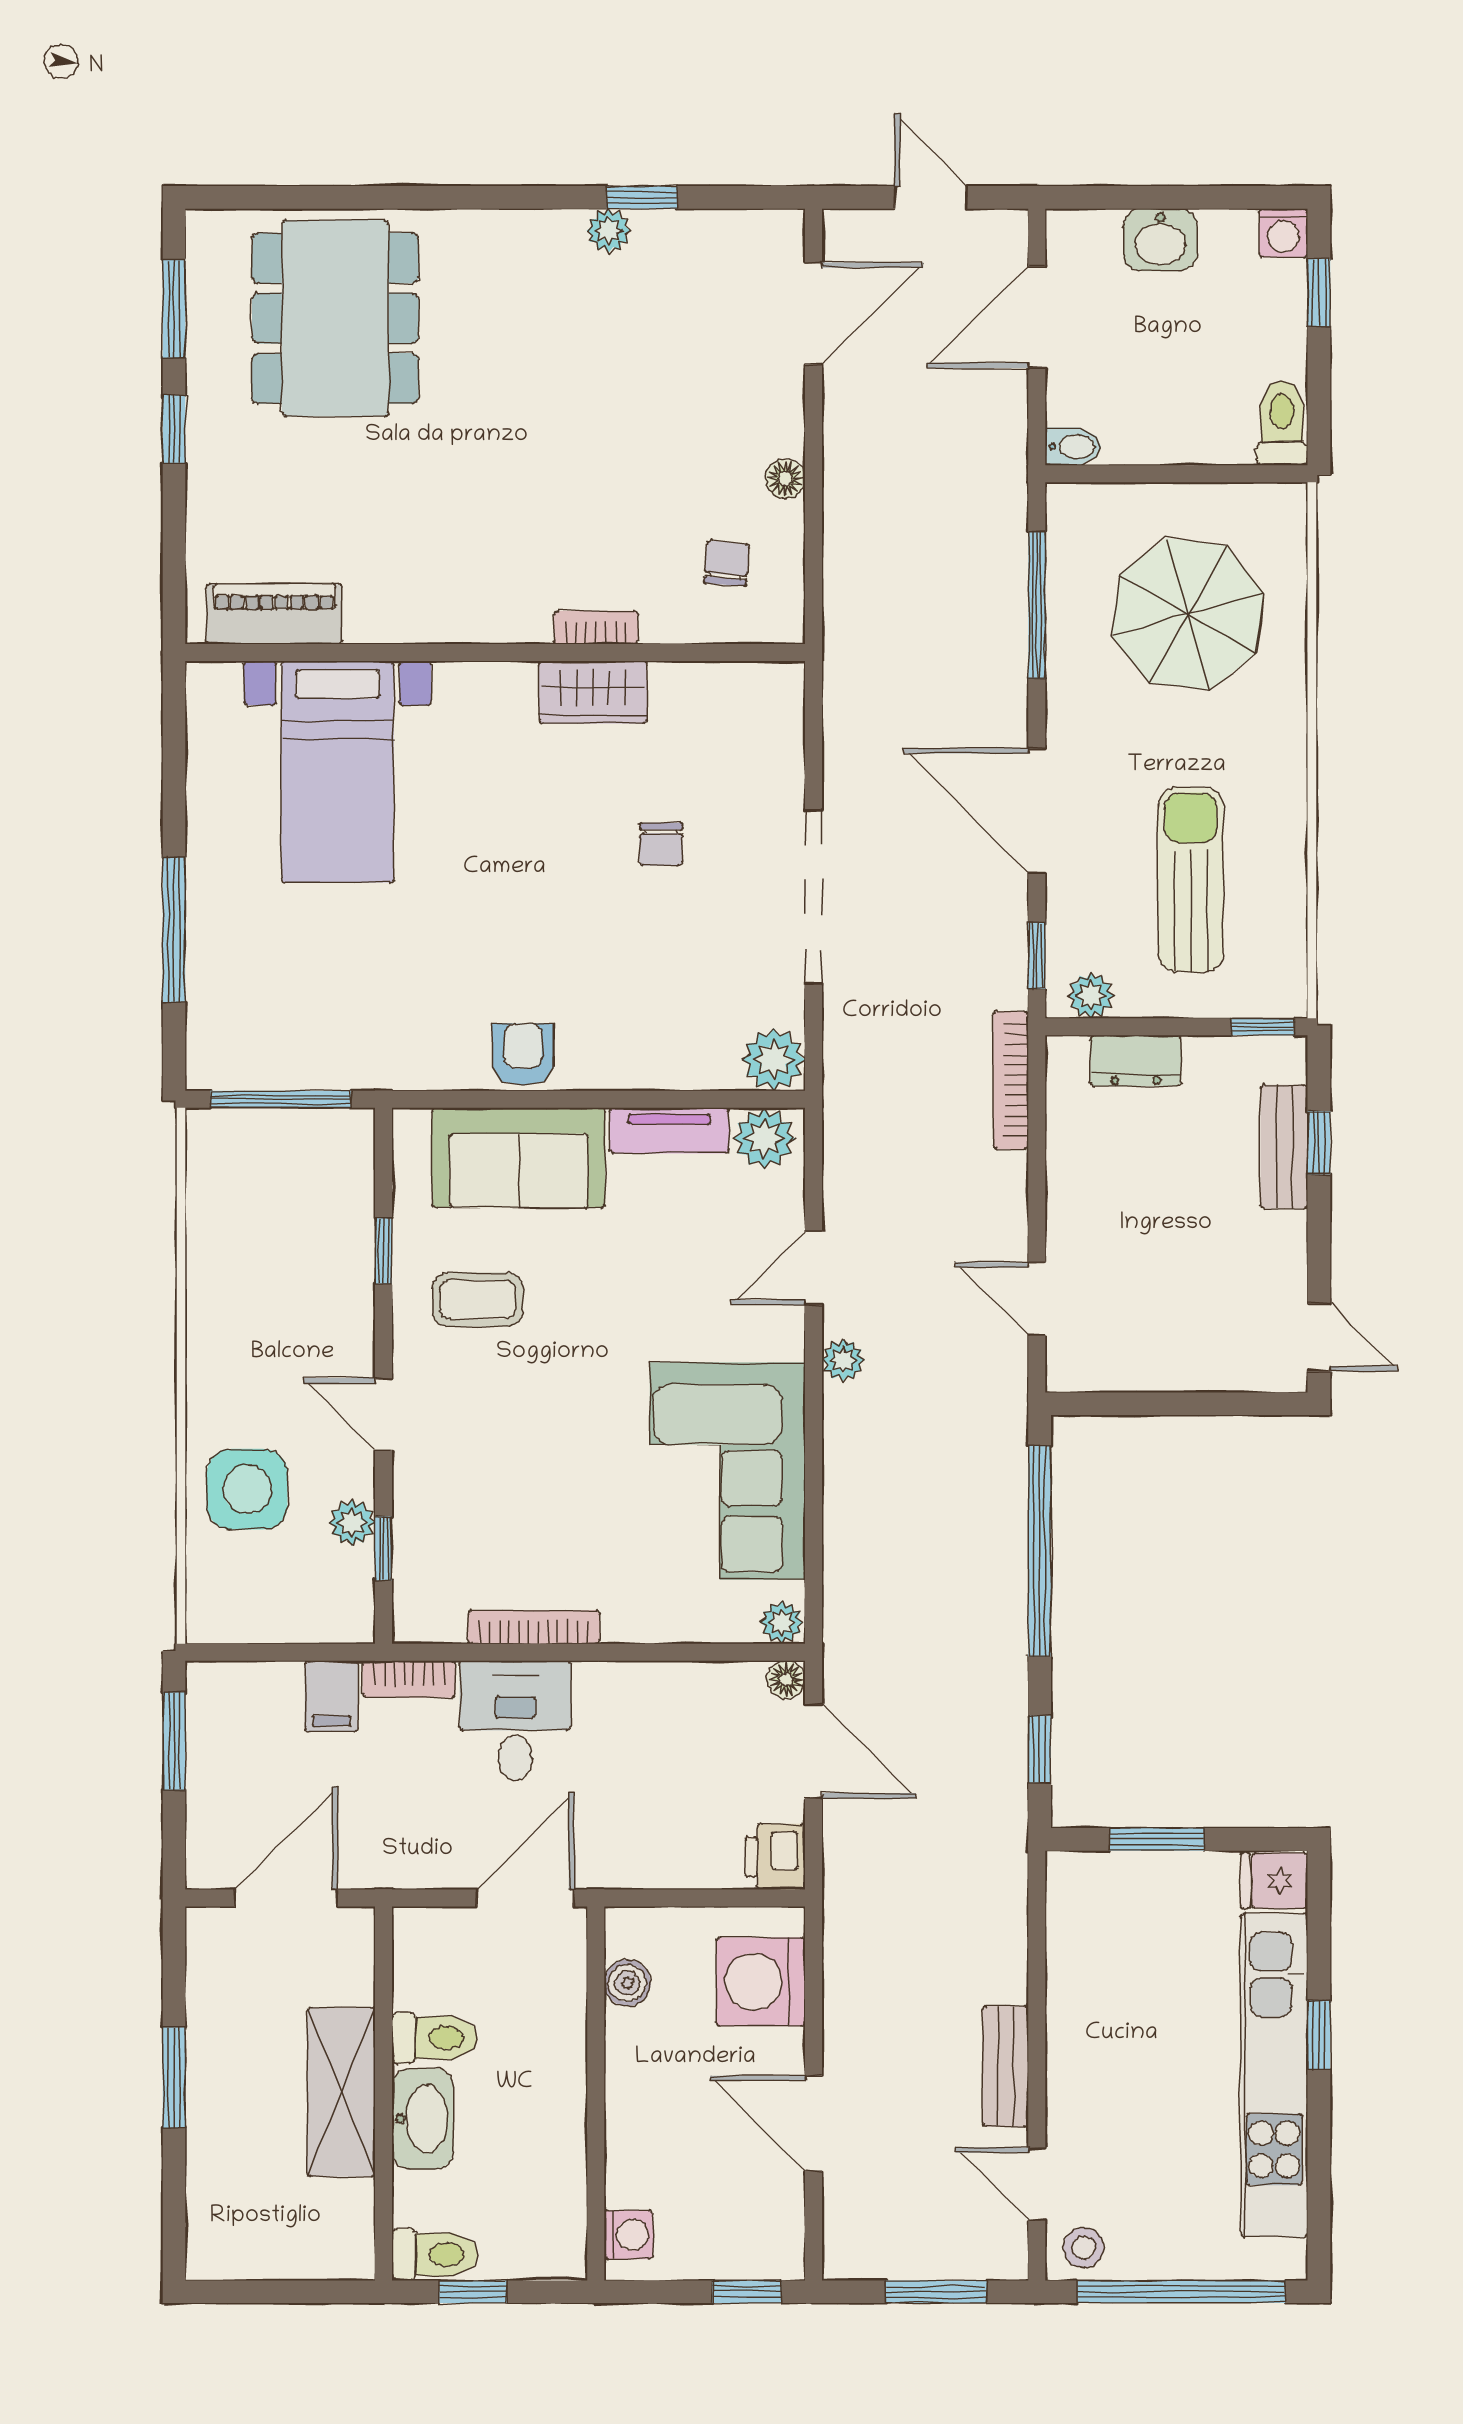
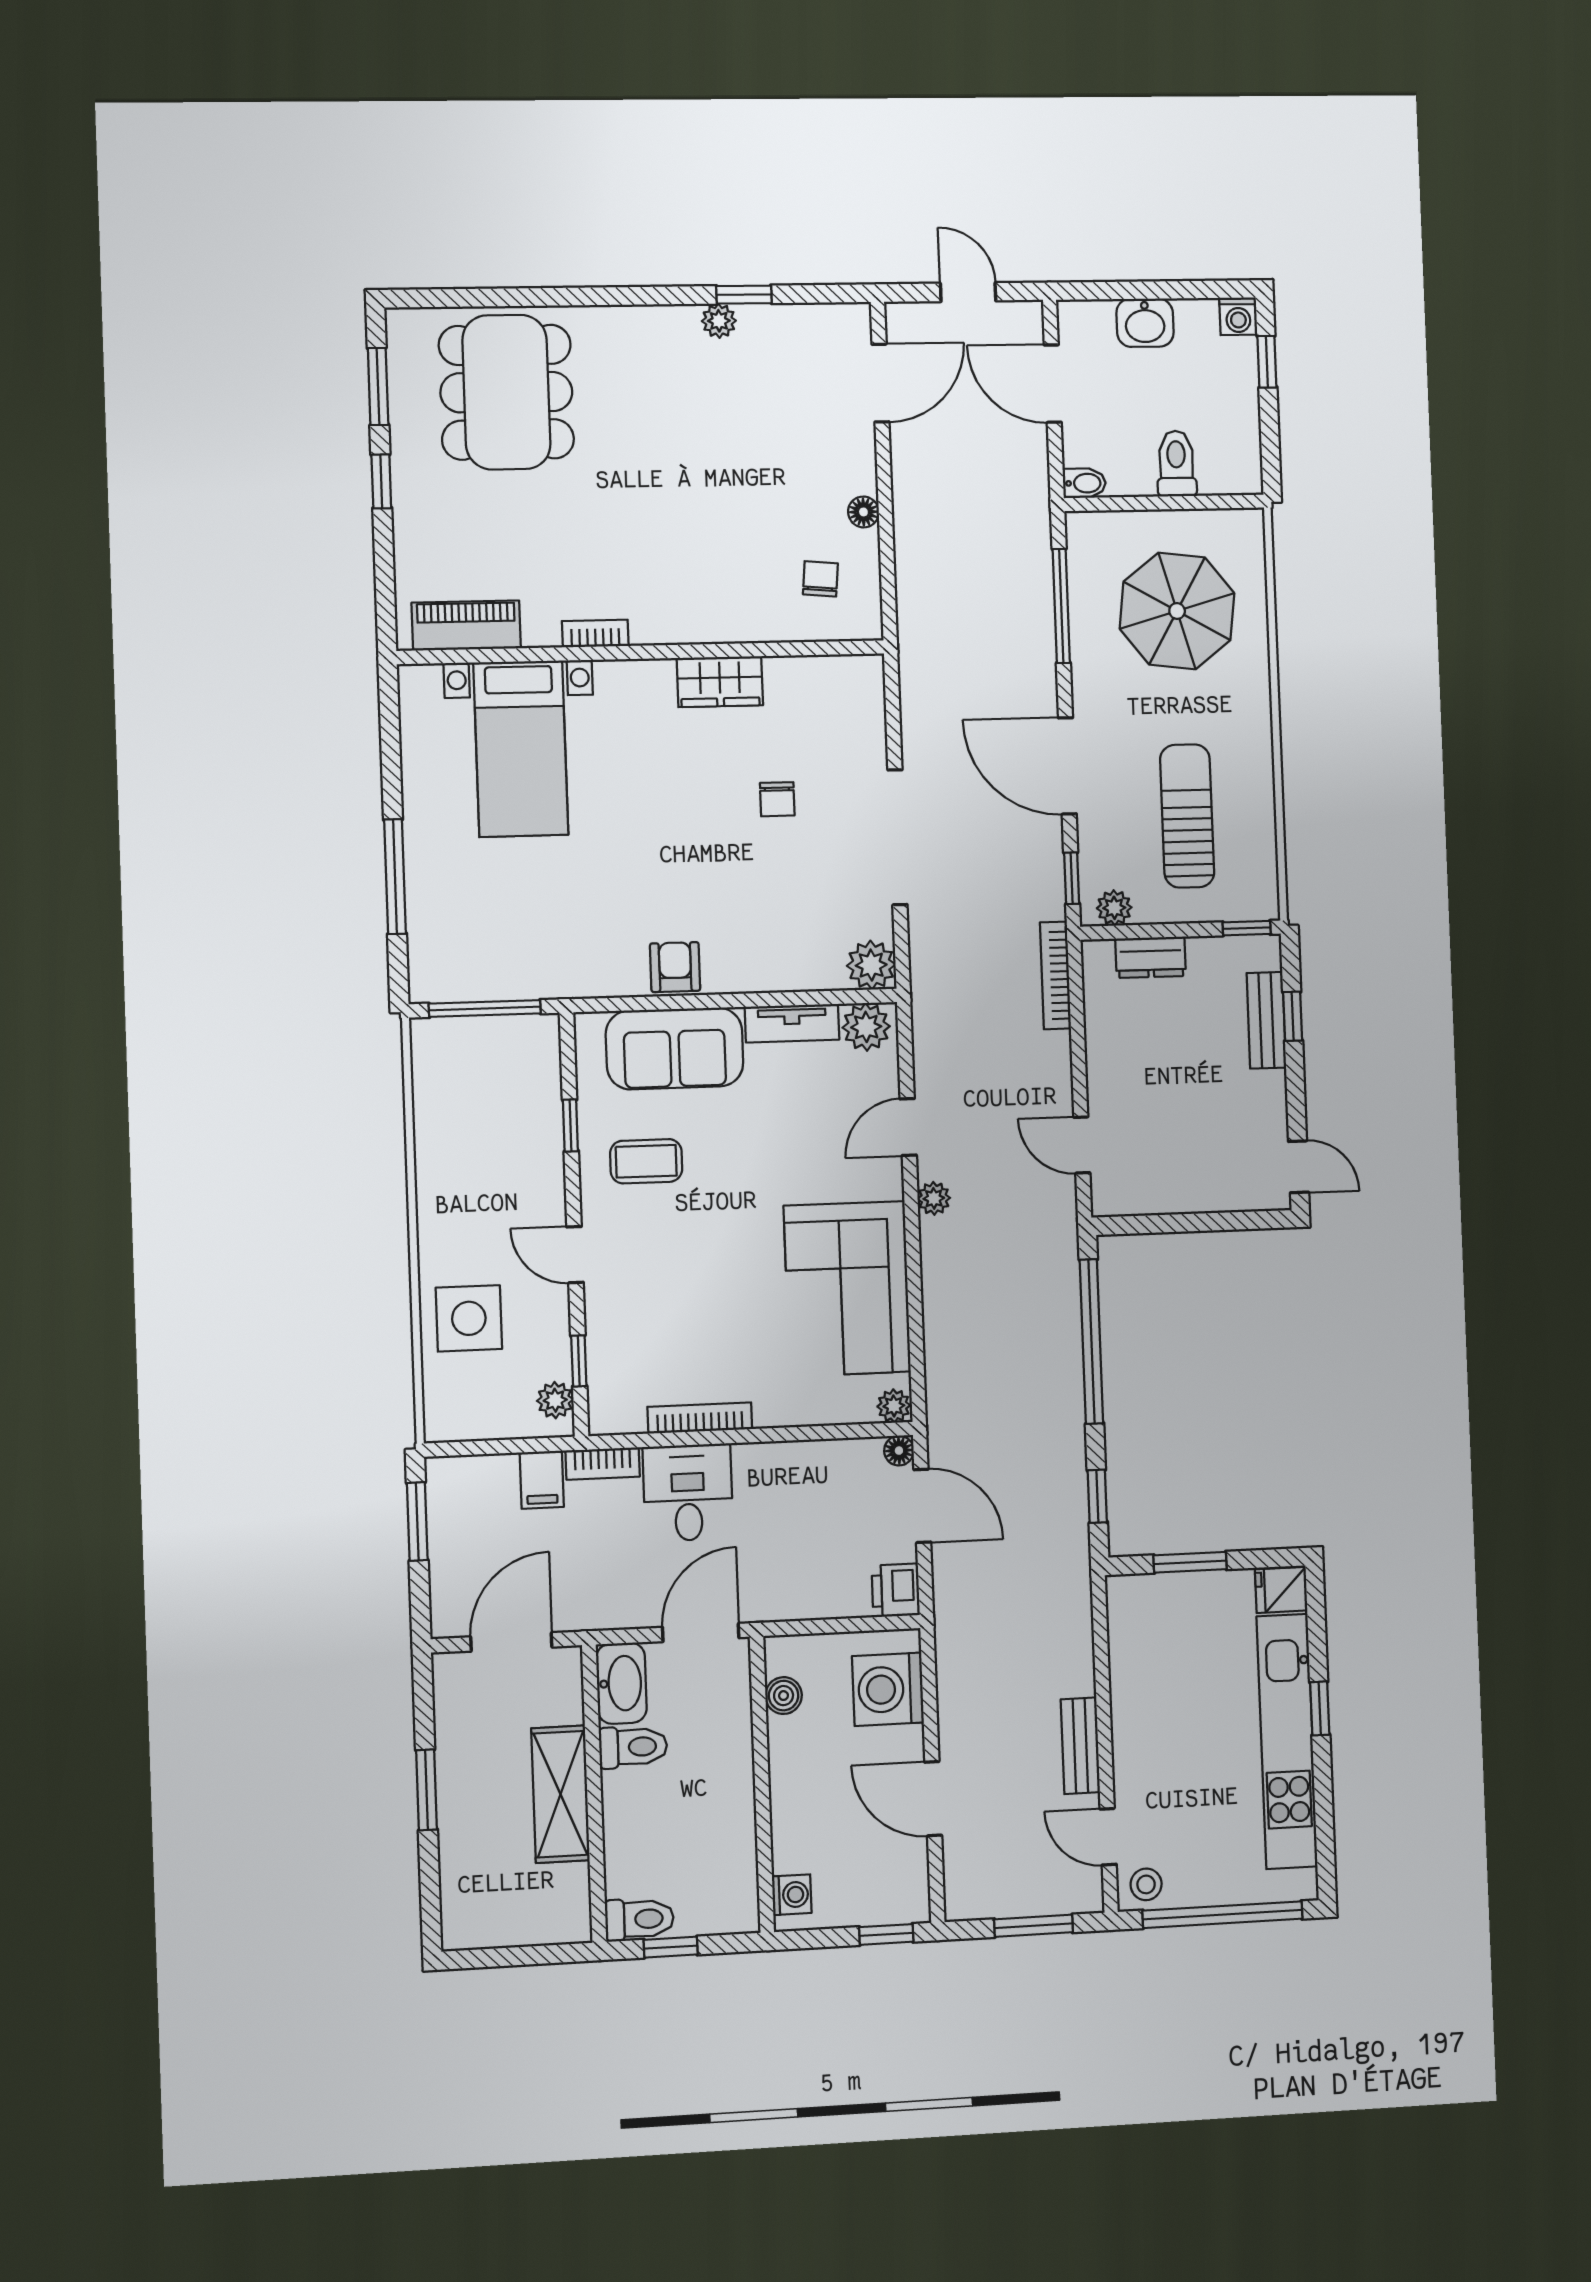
door: (1037, 317) -> (1053, 384), hinge flipped
toilet: (1282, 423) -> (1176, 463), moved
bookcase: (596, 627) -> (595, 633), moved
plant: (352, 1523) -> (555, 1400), moved
washbasin: (423, 2119) -> (621, 1683), moved

